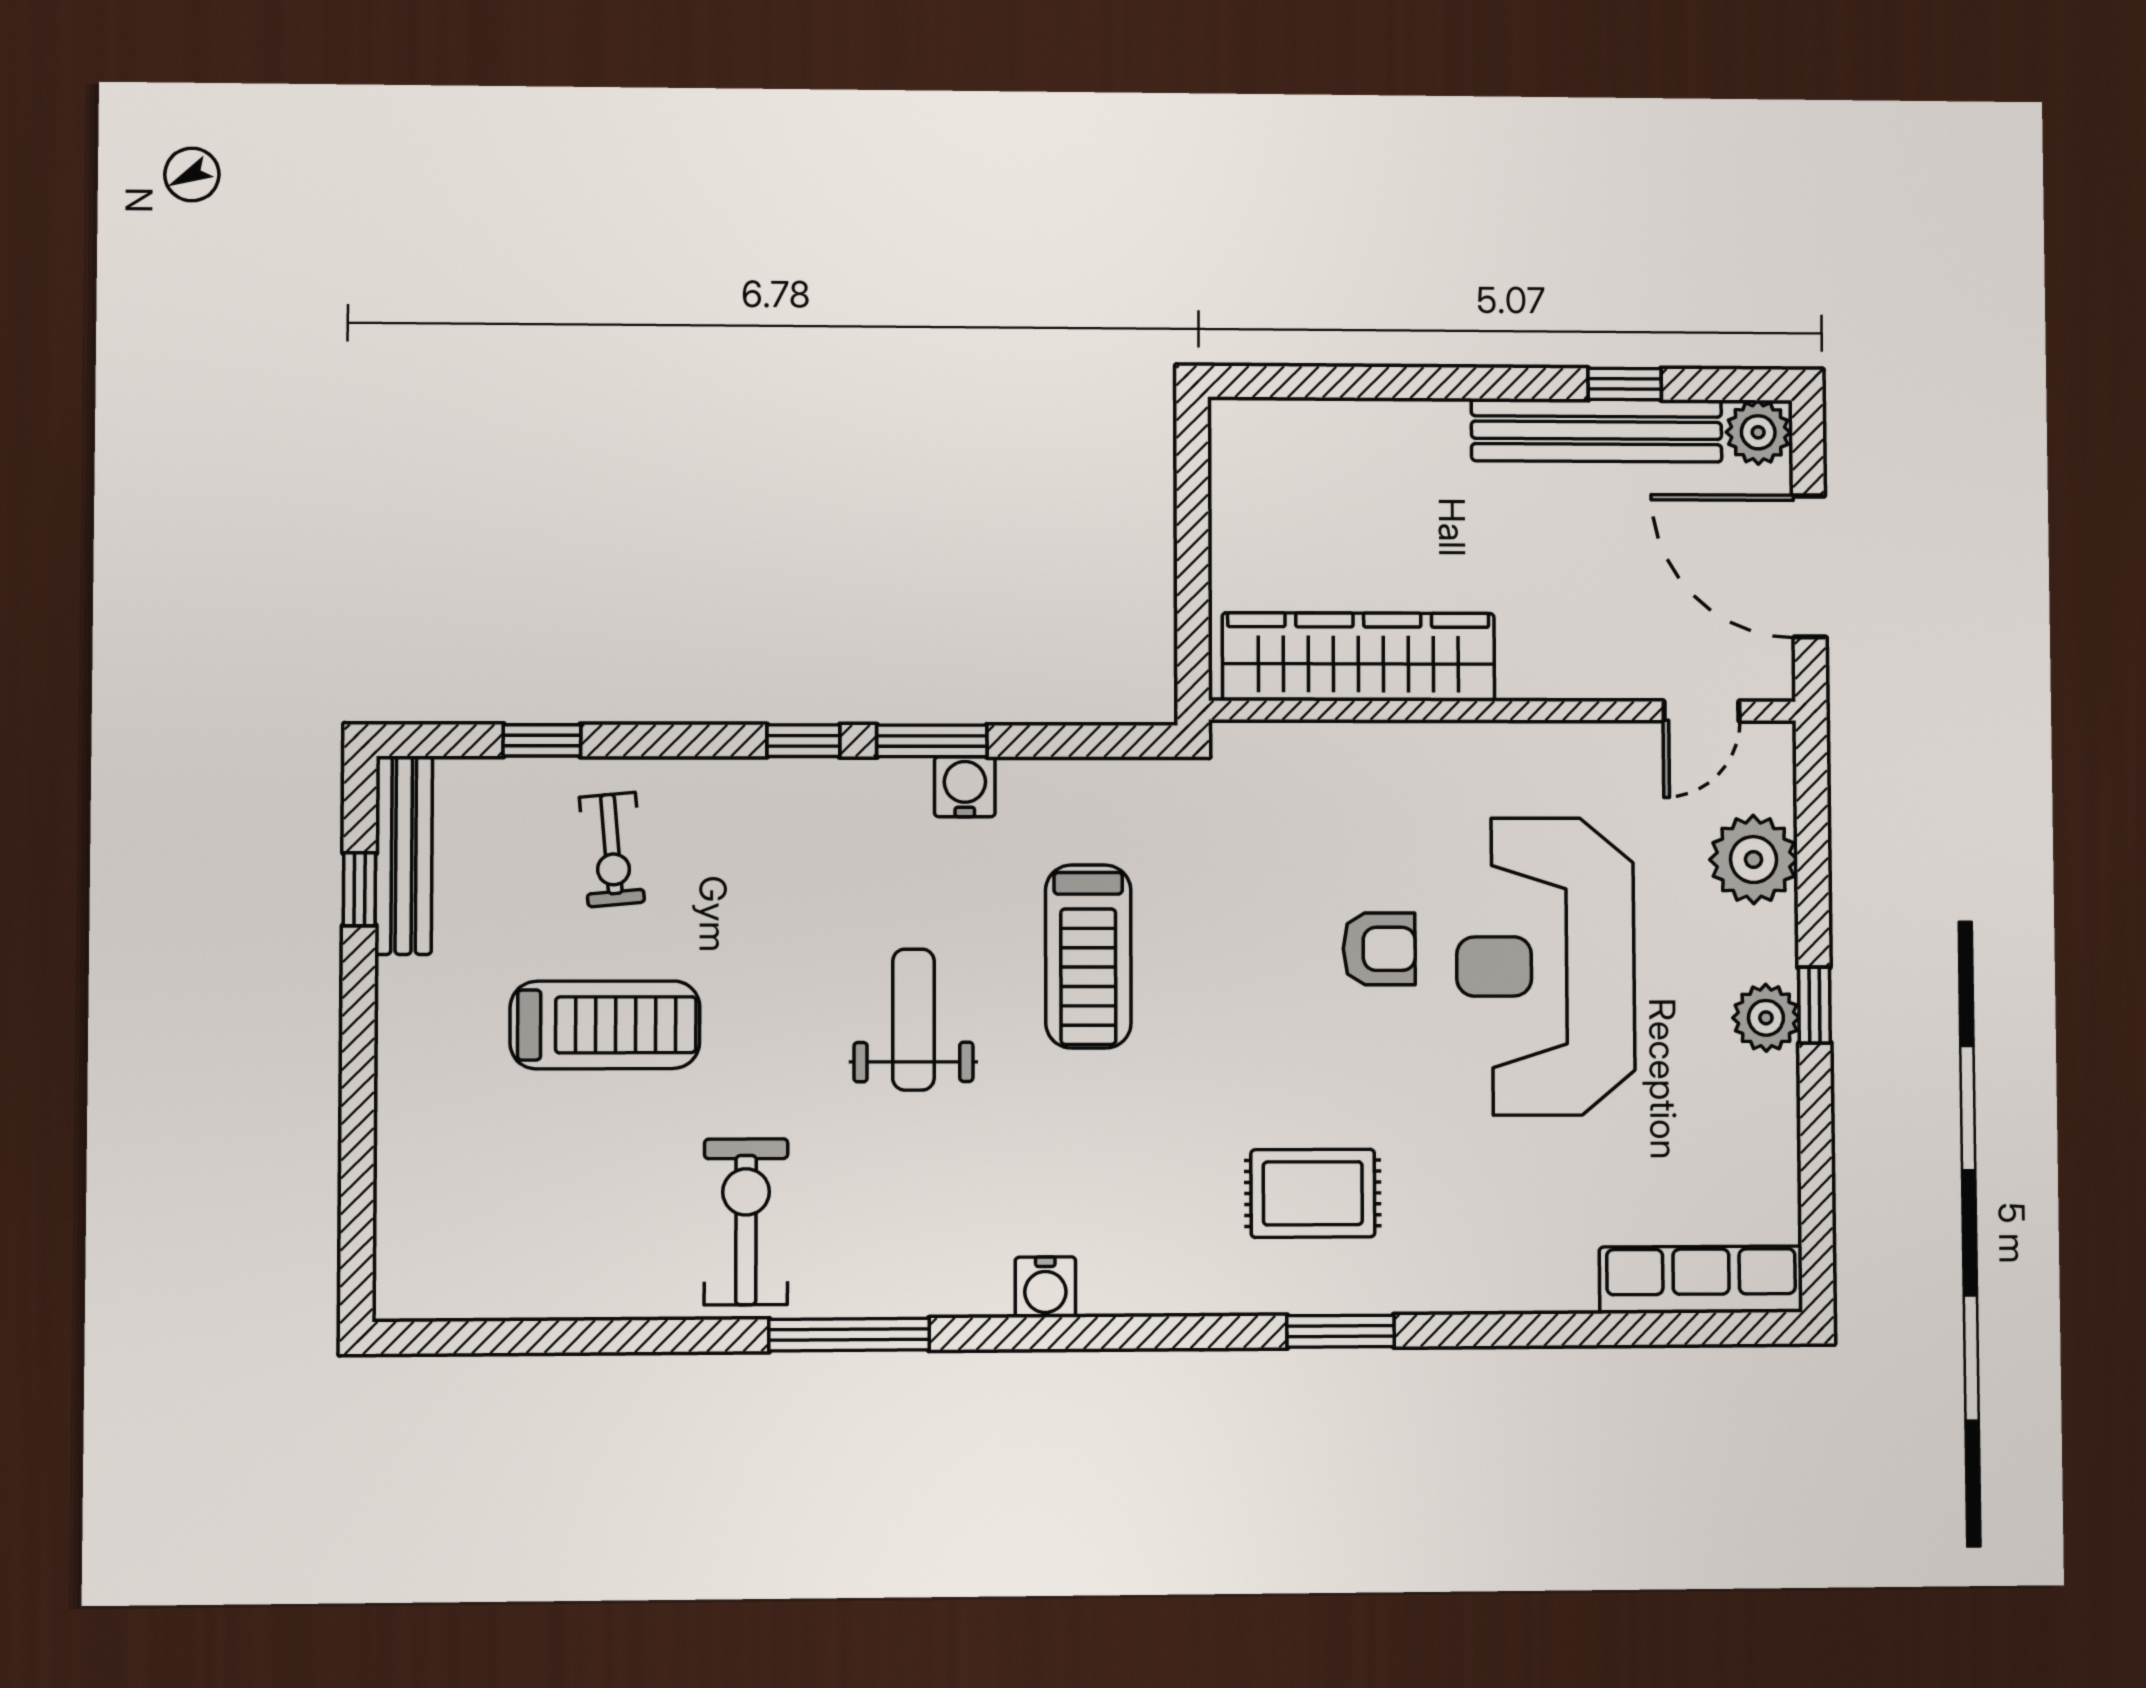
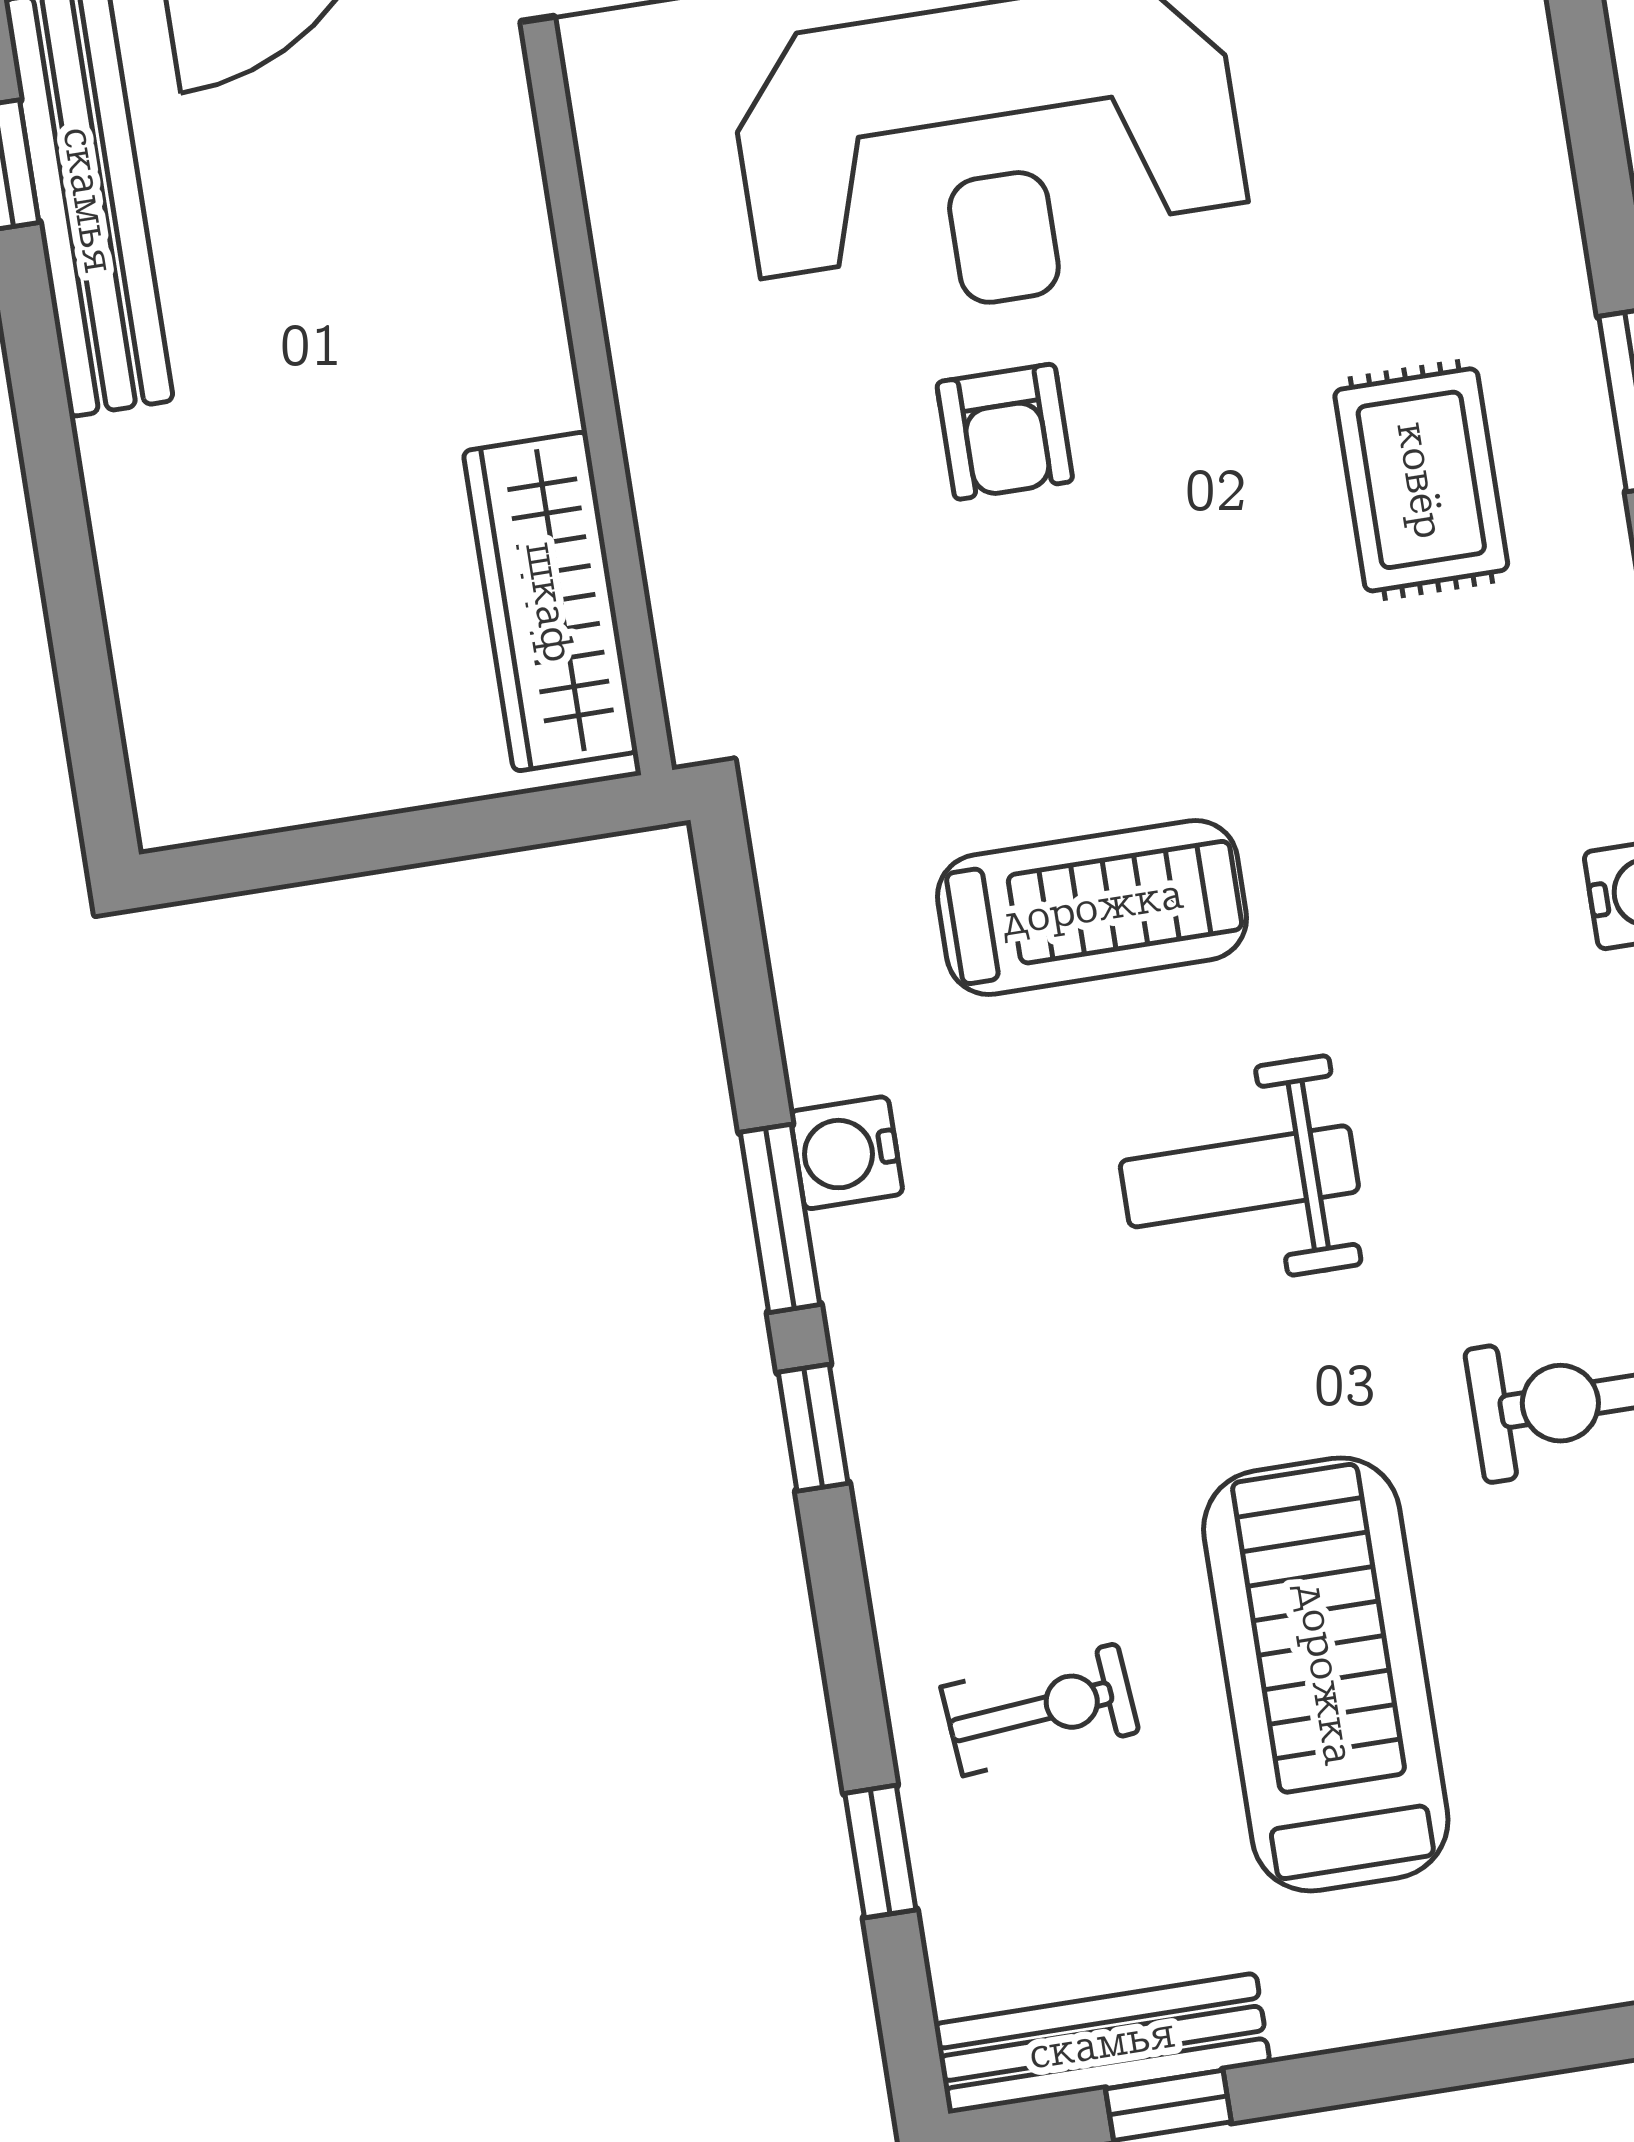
wardrobe: (1359, 657) -> (550, 602), width x0.71, depth x0.85
armchair: (1379, 949) -> (1005, 432), turned 180
treadmill: (605, 1025) -> (1326, 1674), width x1.37, depth x1.38

